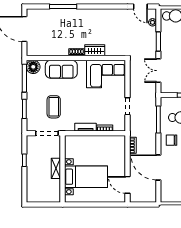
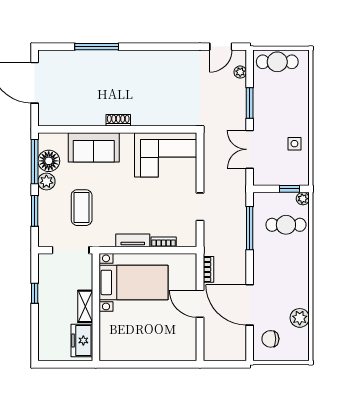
door: (140, 6) -> (221, 47), hinge flipped
wardrobe: (95, 50) -> (147, 117), removed
floor lamp: (33, 67) -> (49, 161), moved
plant: (32, 91) -> (46, 181), added
chair: (171, 140) -> (270, 339), moved
bed with nightstands: (86, 177) -> (133, 282), moved
door: (128, 185) -> (200, 304), moved
freezer: (54, 190) -> (82, 340), added

